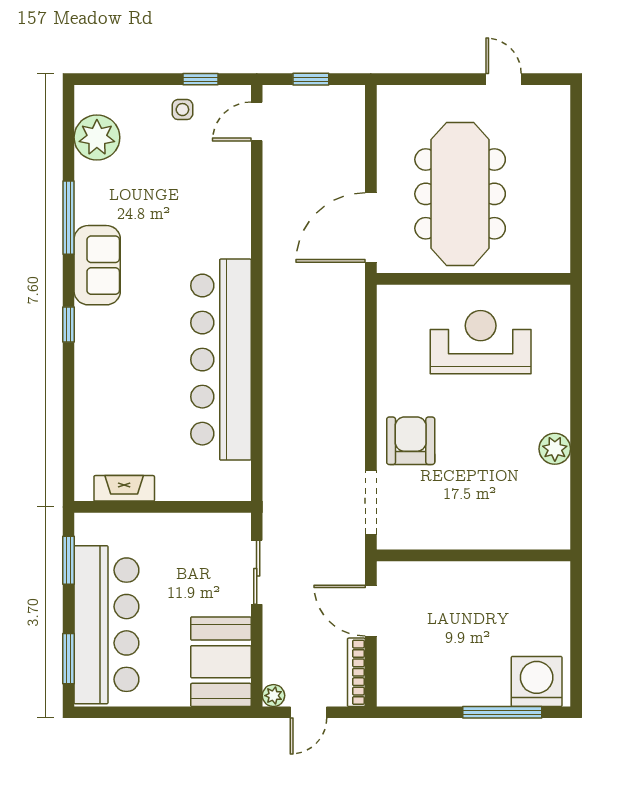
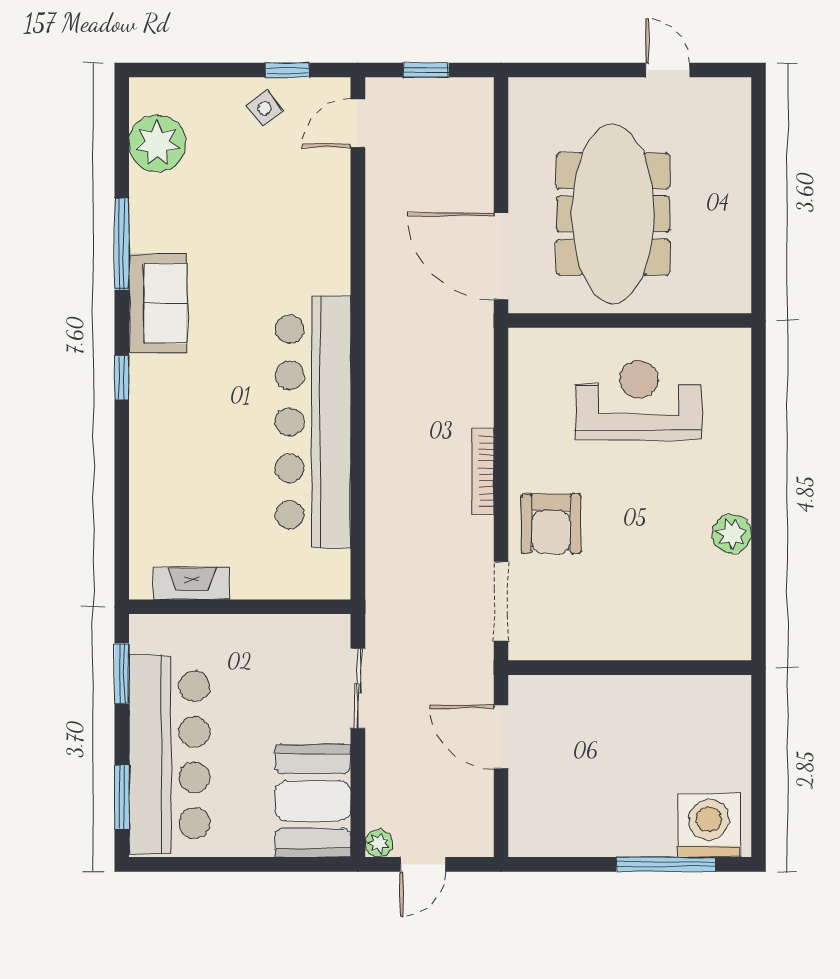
side table: (182, 110) -> (265, 108), turned -37
door: (371, 228) -> (501, 256), hinge flipped
armchair: (411, 441) -> (551, 524), turned 180
bookcase: (356, 672) -> (483, 471), moved

